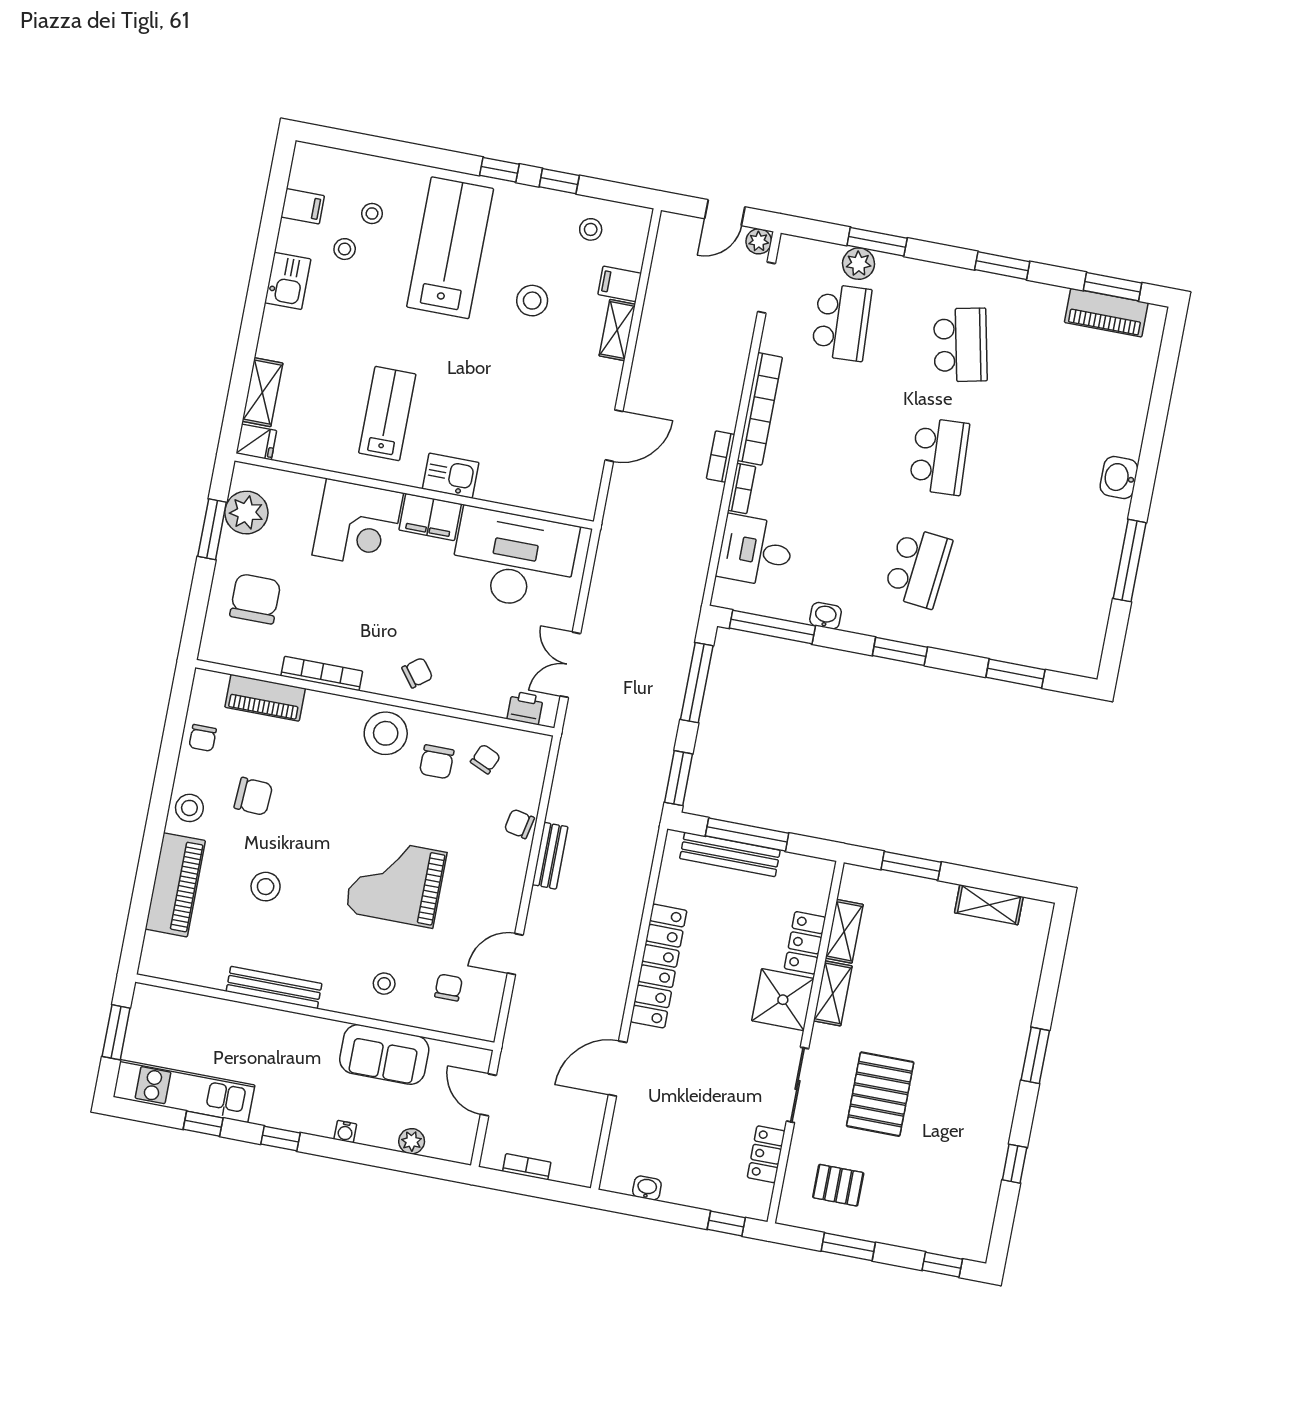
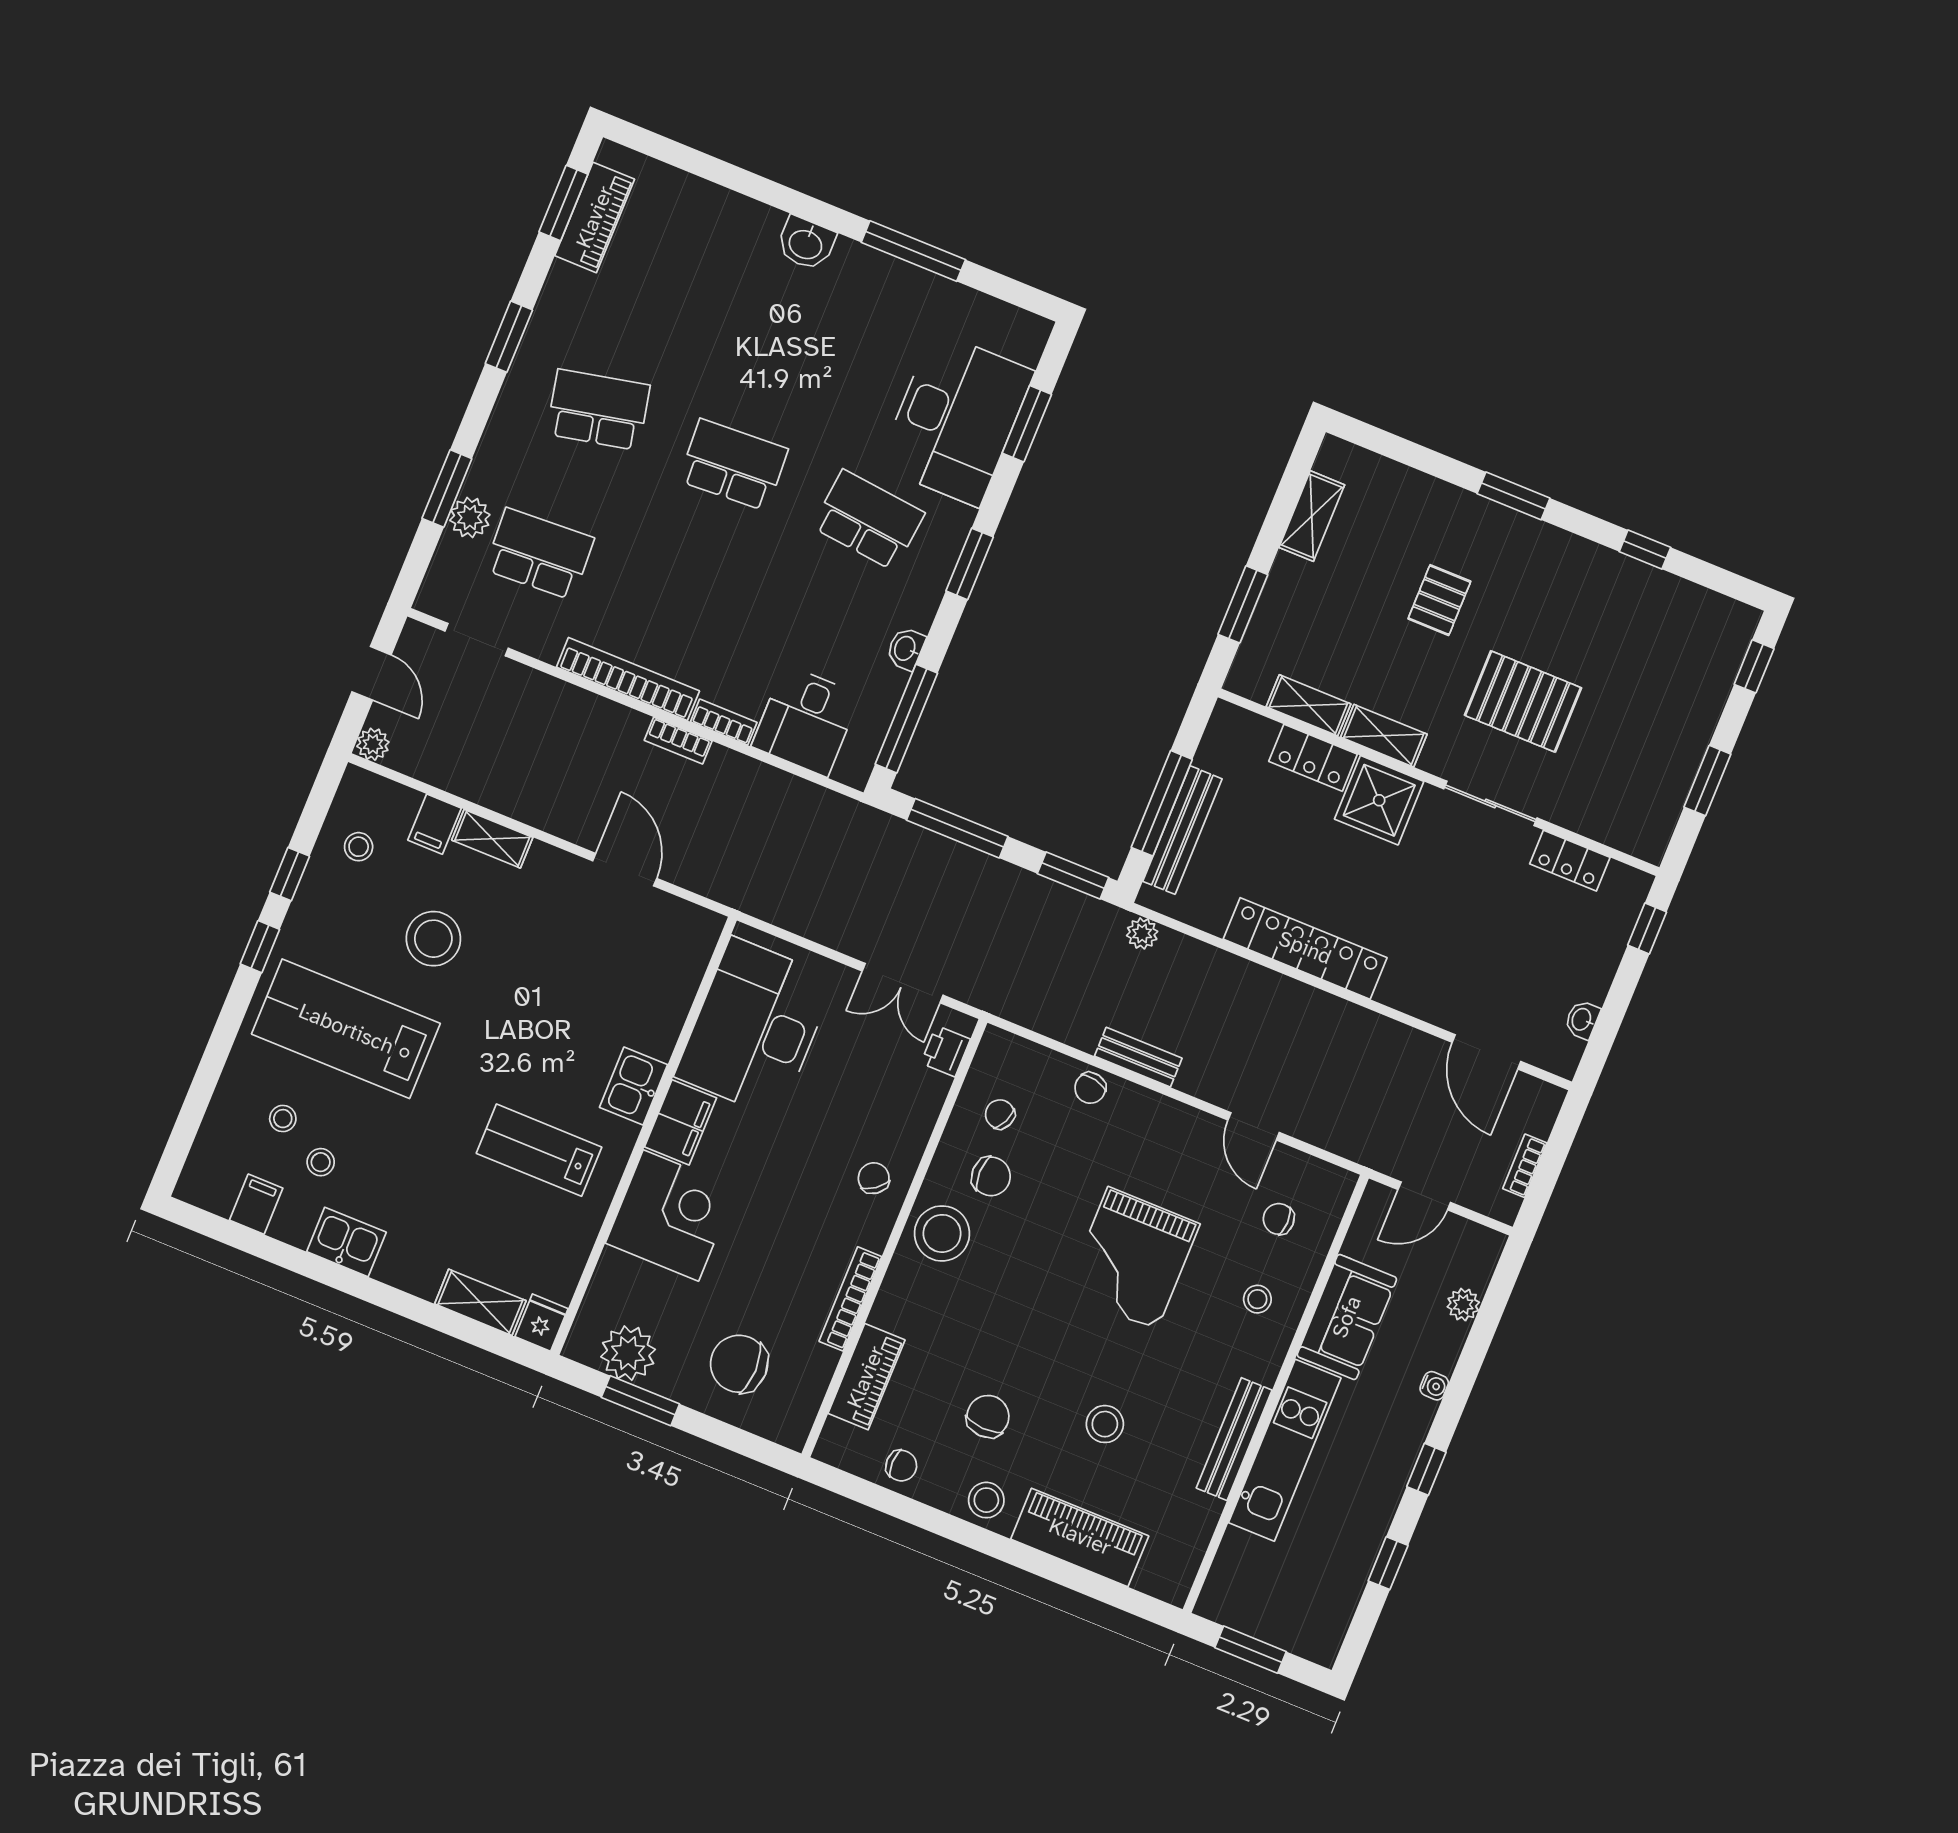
plant: (759, 241) -> (373, 744), moved
stool: (532, 301) -> (433, 939), width x1.38, depth x1.38
desk: (1008, 619) -> (956, 419), added
plant: (645, 840) -> (1142, 933), added
door: (618, 1069) -> (1486, 1052), moved
kitchen unit: (184, 1091) -> (1285, 1450), moved, turned 180
pallet: (838, 1185) -> (1439, 600), moved

